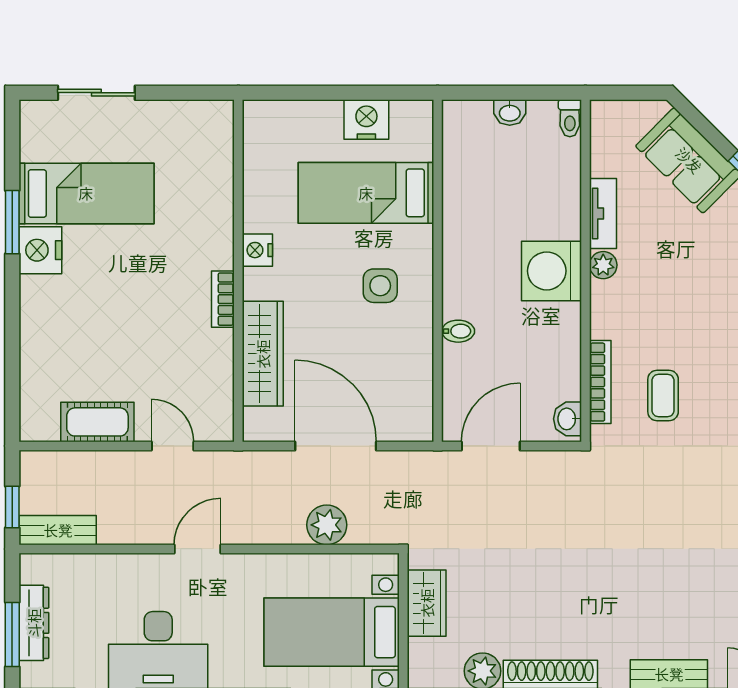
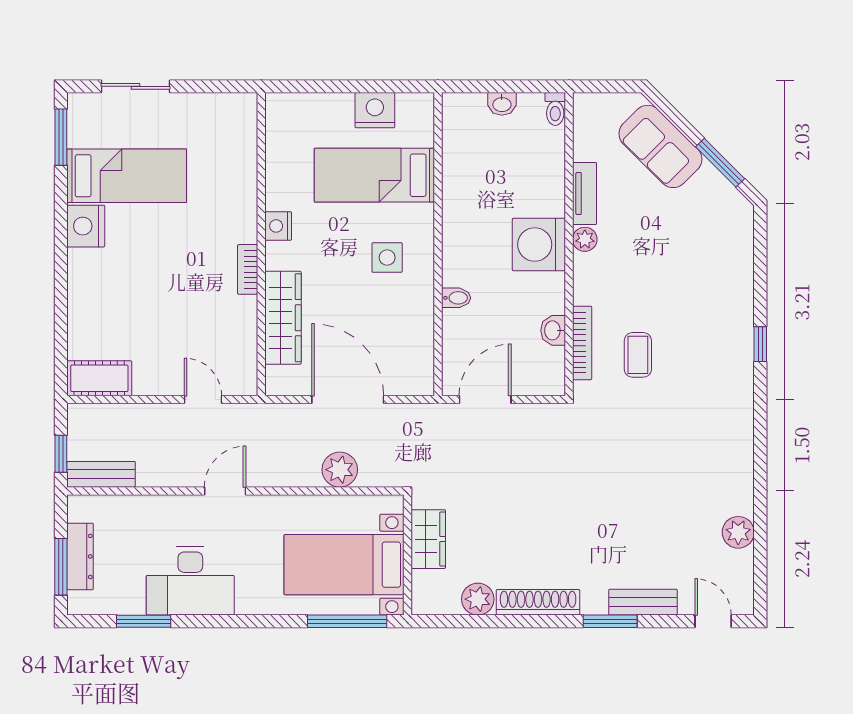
window: (12, 222) -> (61, 137), moved
washbasin: (567, 419) -> (553, 330), moved
cot: (97, 422) -> (99, 378), moved

